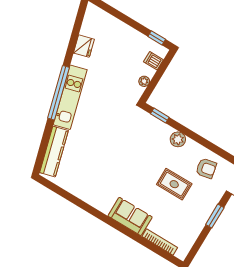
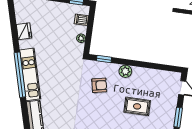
armchair: (206, 168) -> (99, 85), moved

